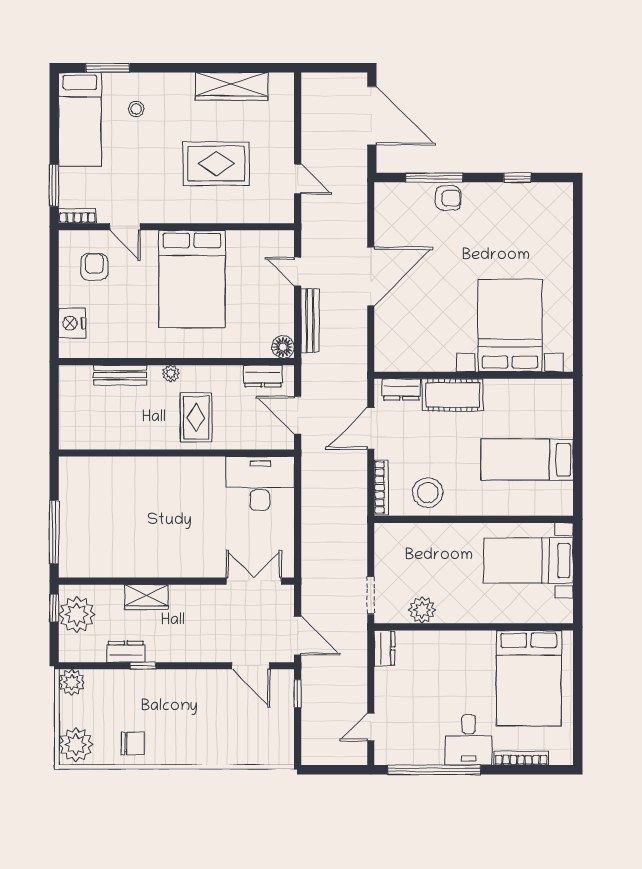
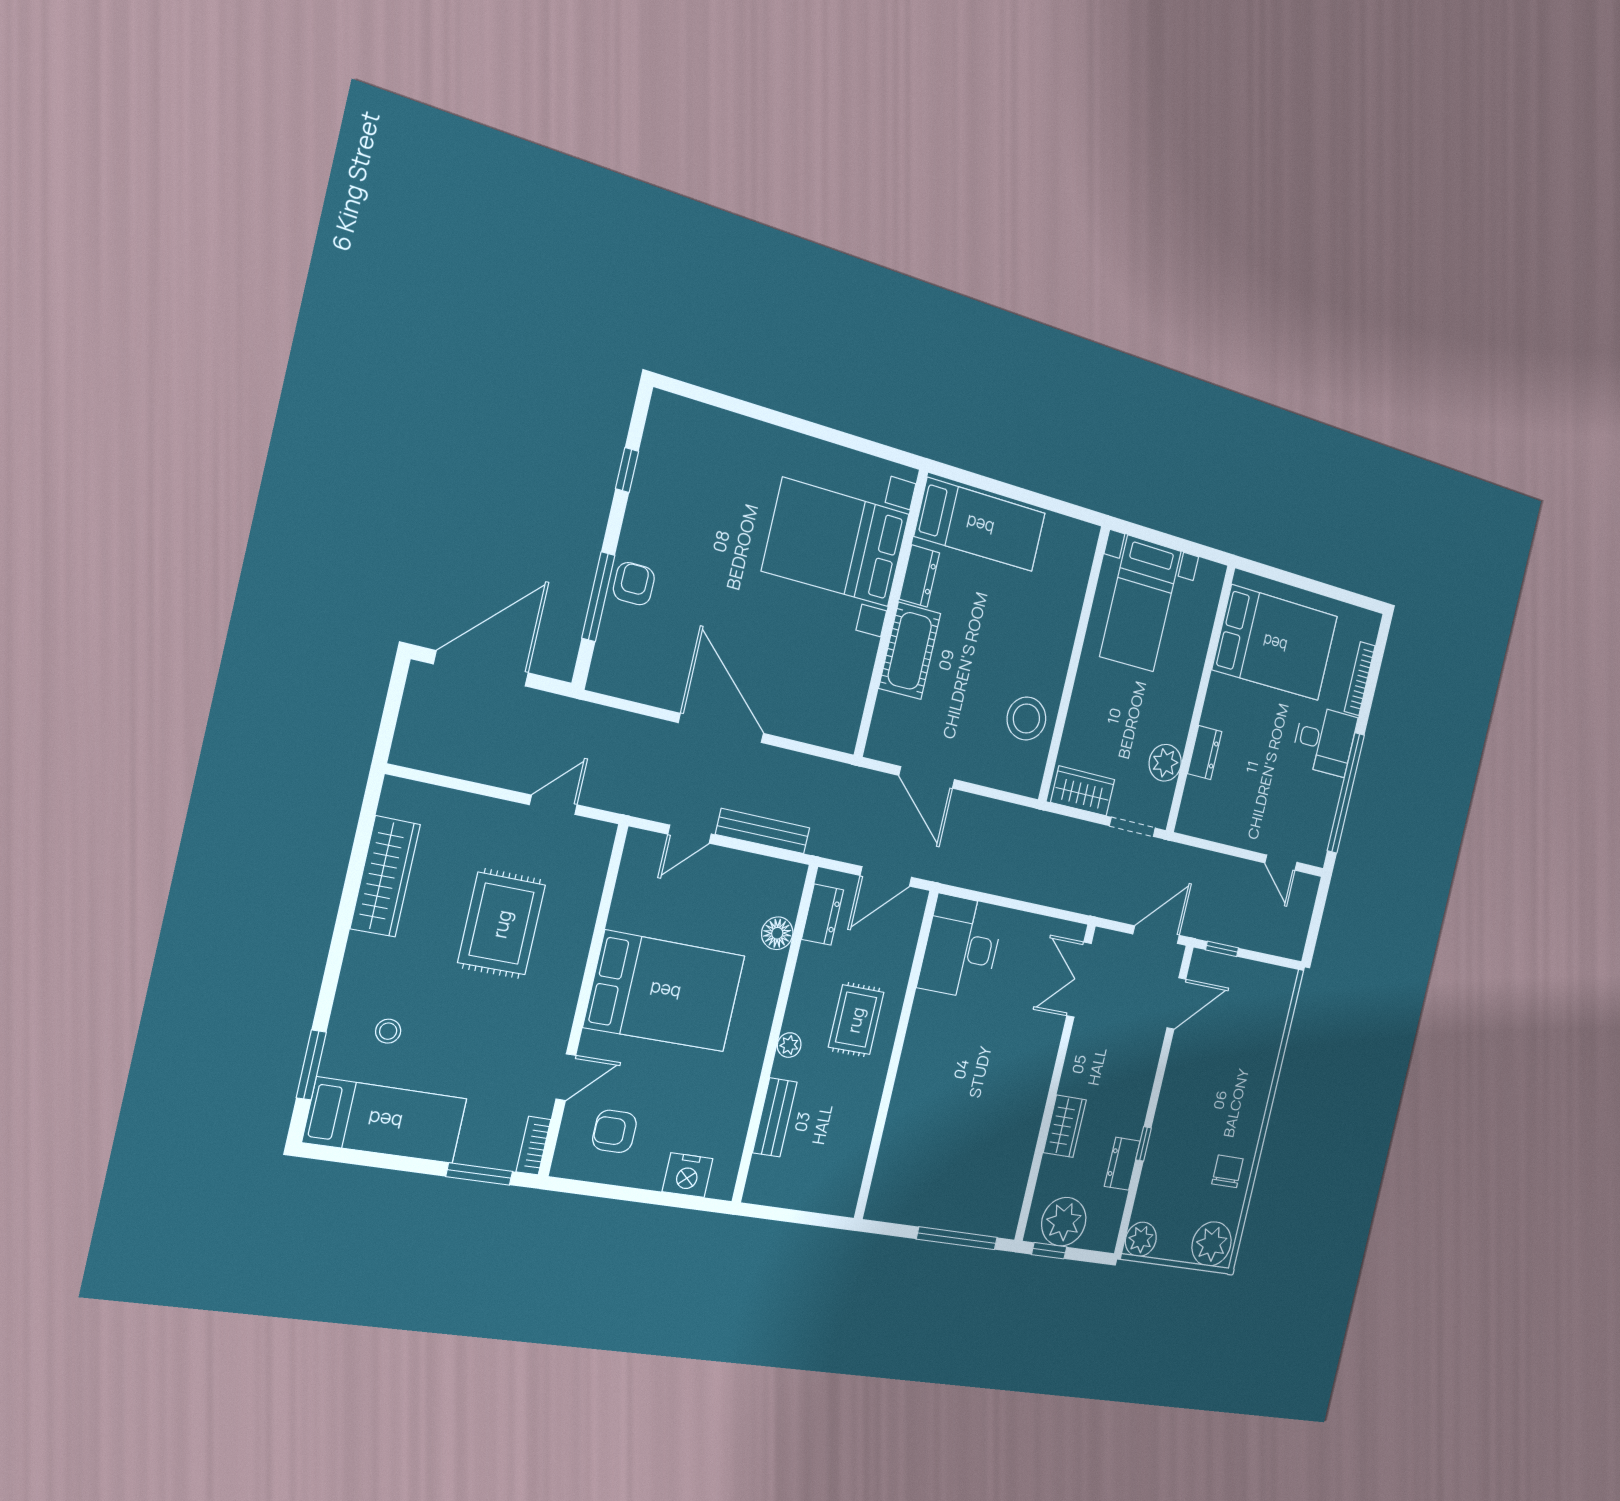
floor lamp: (283, 347) -> (777, 933), moved
dresser: (401, 389) -> (919, 576), moved
rug: (196, 418) -> (856, 1020), turned 90
bed: (527, 460) -> (980, 525), moved, turned -90
bookcase: (381, 487) -> (1005, 781), removed
wardrobe: (388, 549) -> (1083, 791), added
dresser: (384, 648) -> (1205, 753), moved, turned 90

